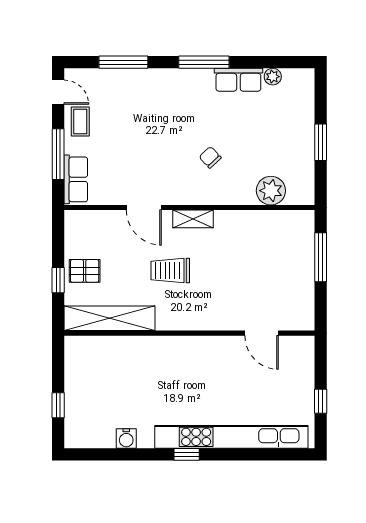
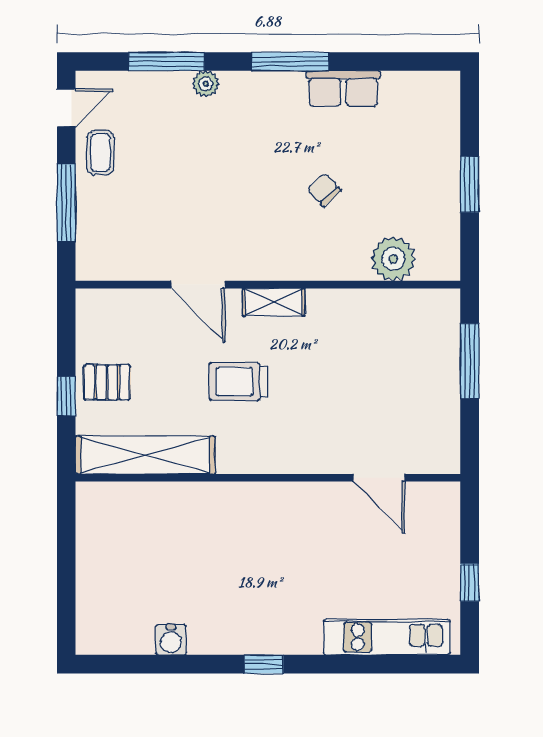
plant: (273, 77) -> (206, 84), moved
door: (58, 92) -> (66, 108), hinge flipped
chair: (210, 157) -> (324, 190), moved
row of seats: (76, 179) -> (93, 242), removed
window: (58, 405) -> (66, 589), removed
kitchen unit: (231, 437) -> (387, 637), width x0.54

